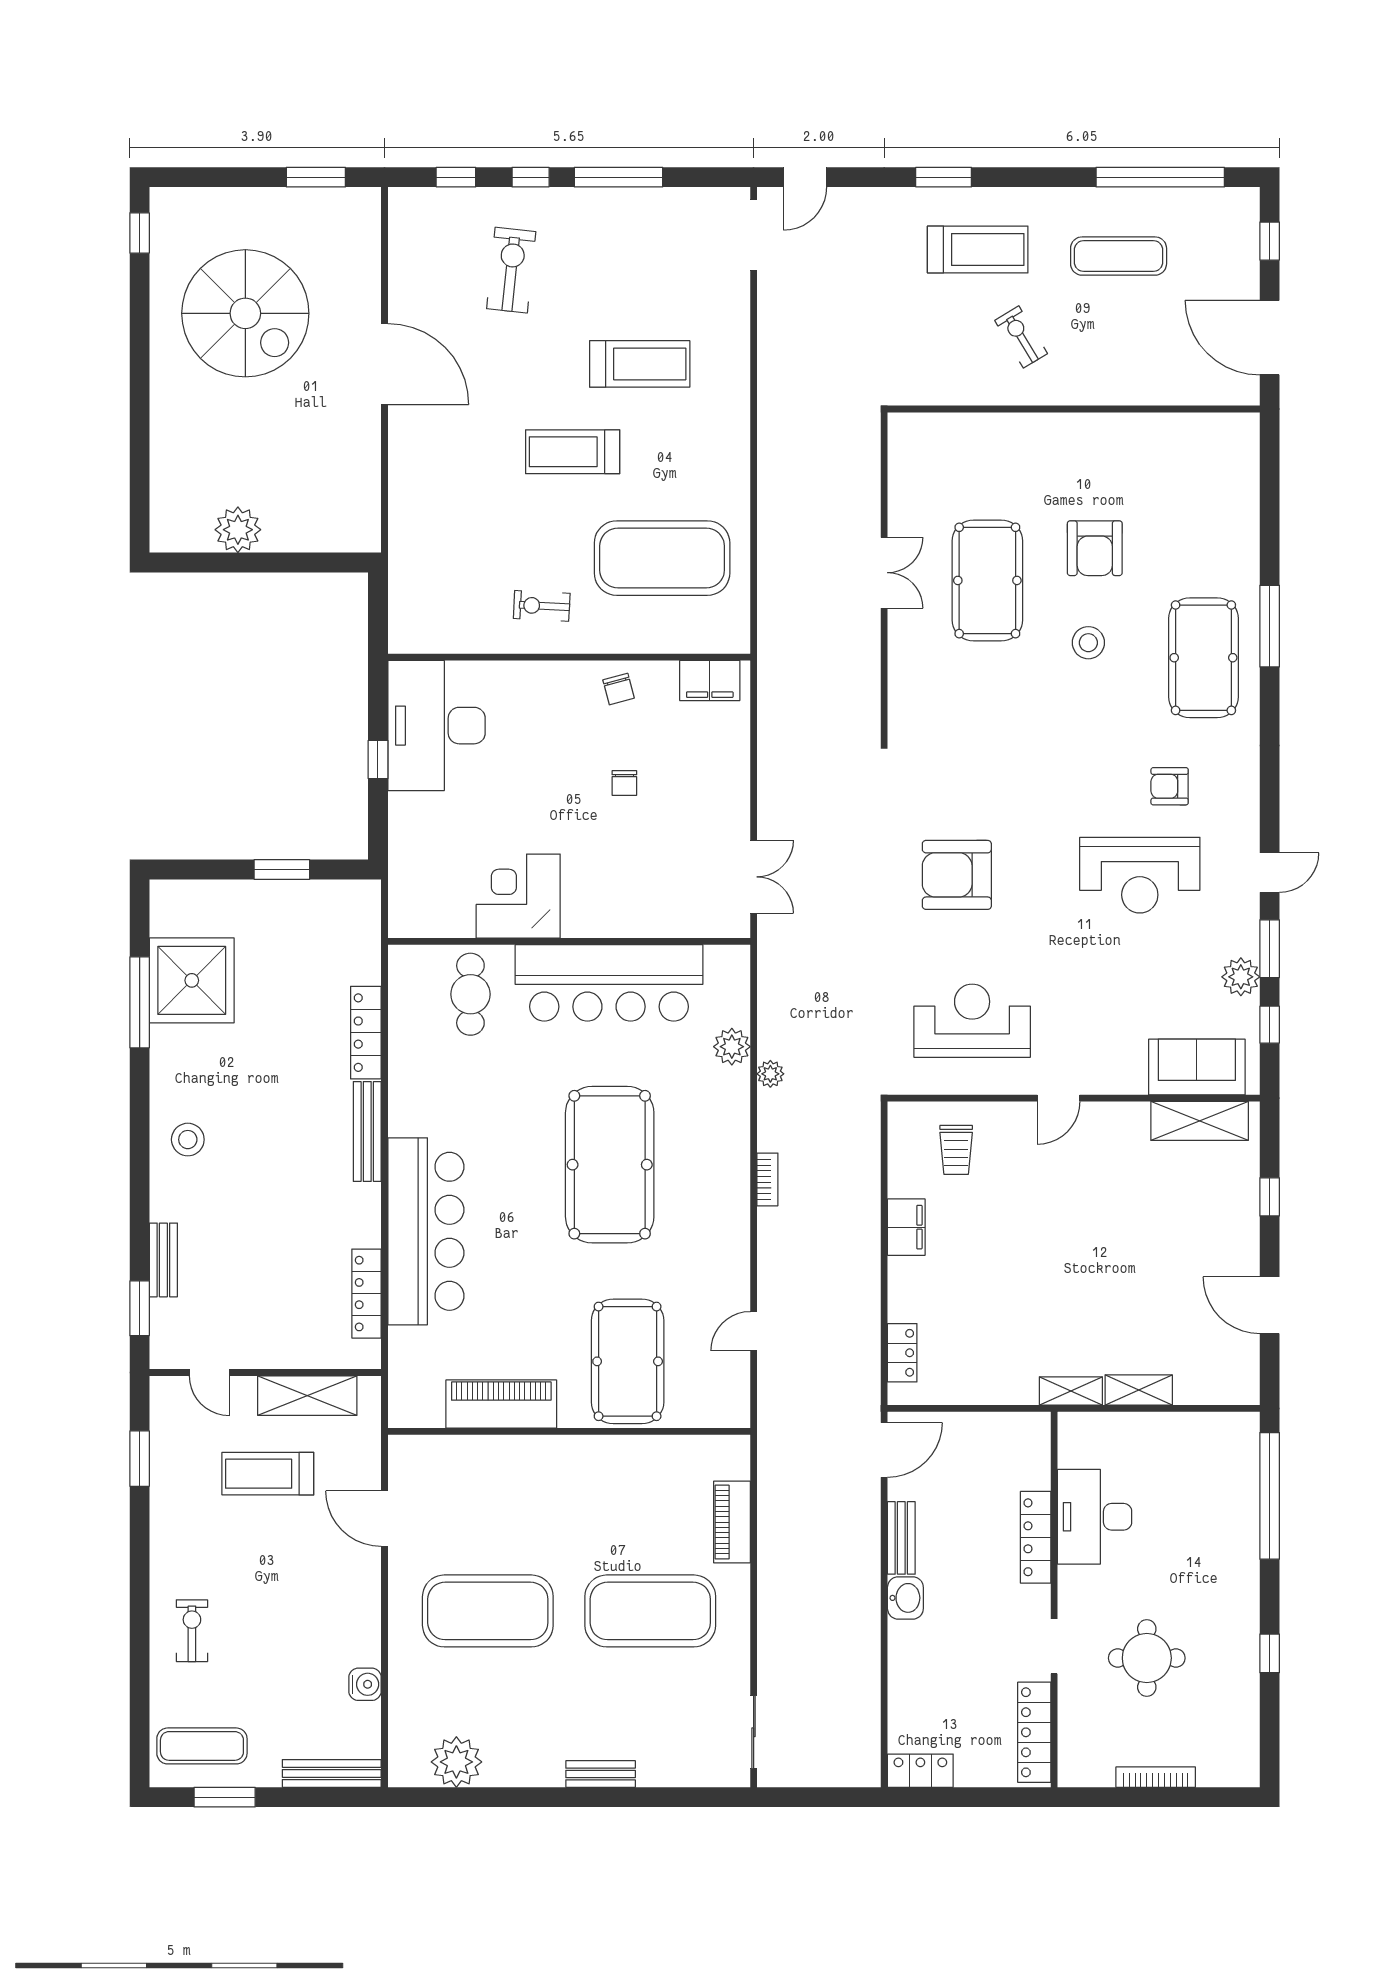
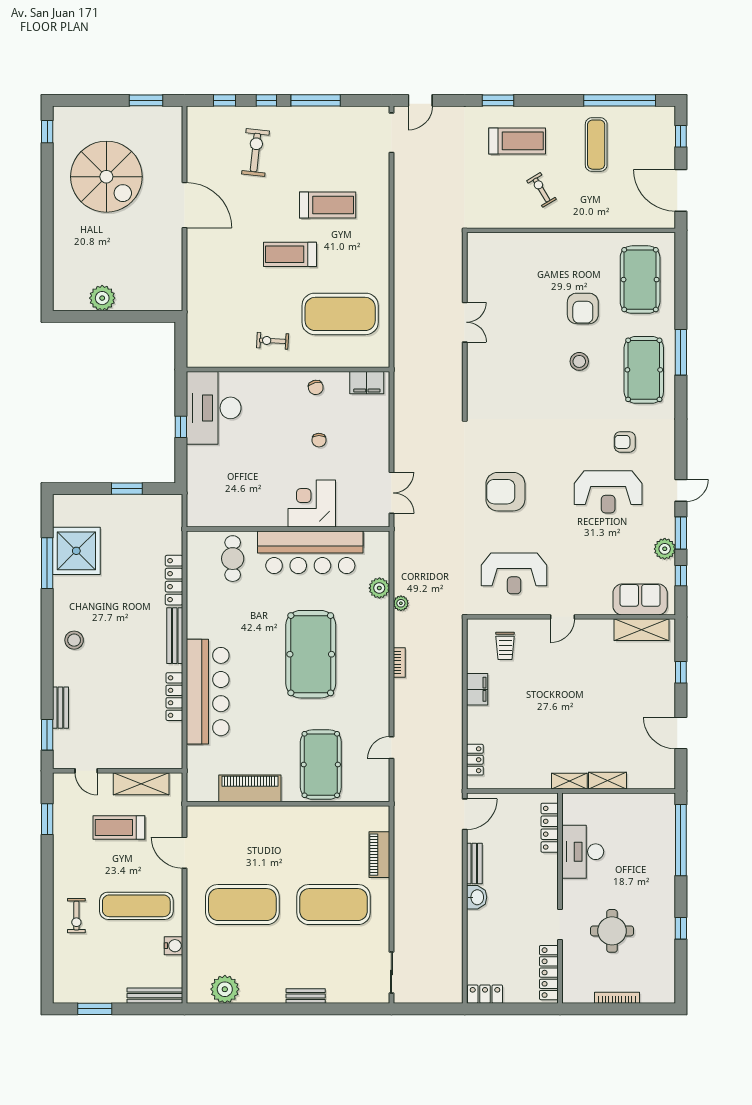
exercise mat: (1119, 256) -> (596, 145), turned 90
pool table: (987, 580) -> (640, 280), moved
corner desk: (518, 896) -> (312, 504), moved
reception desk: (972, 1021) -> (514, 573), turned 180
locker: (367, 1294) -> (174, 697), moved
locker: (1036, 1537) -> (550, 828), moved
exercise bike: (192, 1631) -> (76, 916), turned 180
exercise mat: (202, 1746) -> (136, 906), moved, width x1.36, depth x1.45

